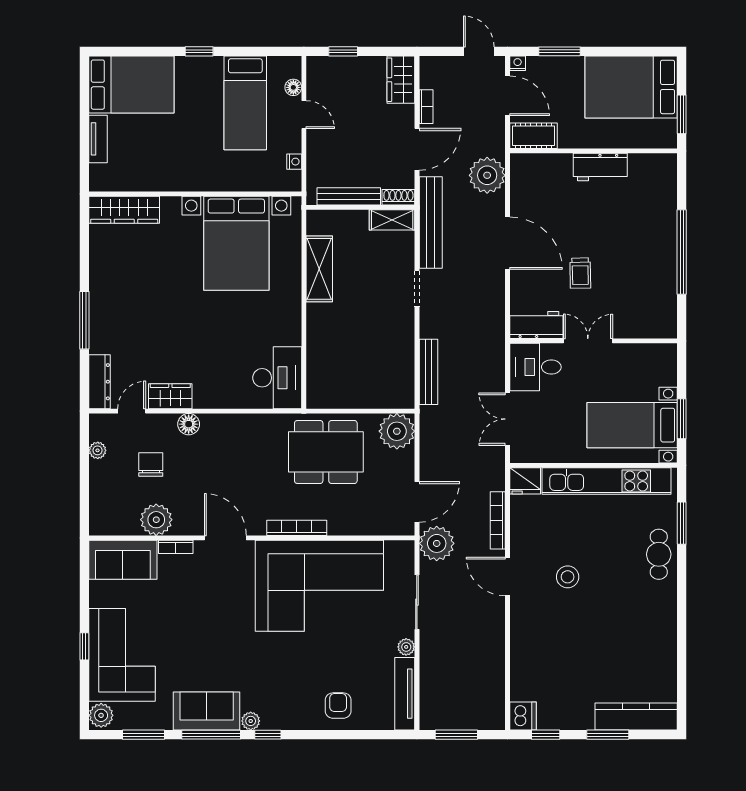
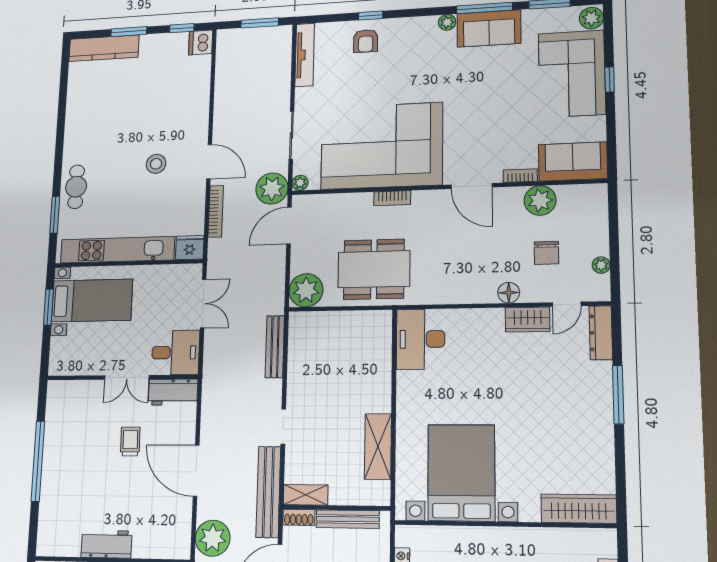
bookcase: (297, 528) -> (392, 198), width x0.64
plant: (406, 647) -> (300, 183), moved
window: (268, 735) -> (371, 16), moved

